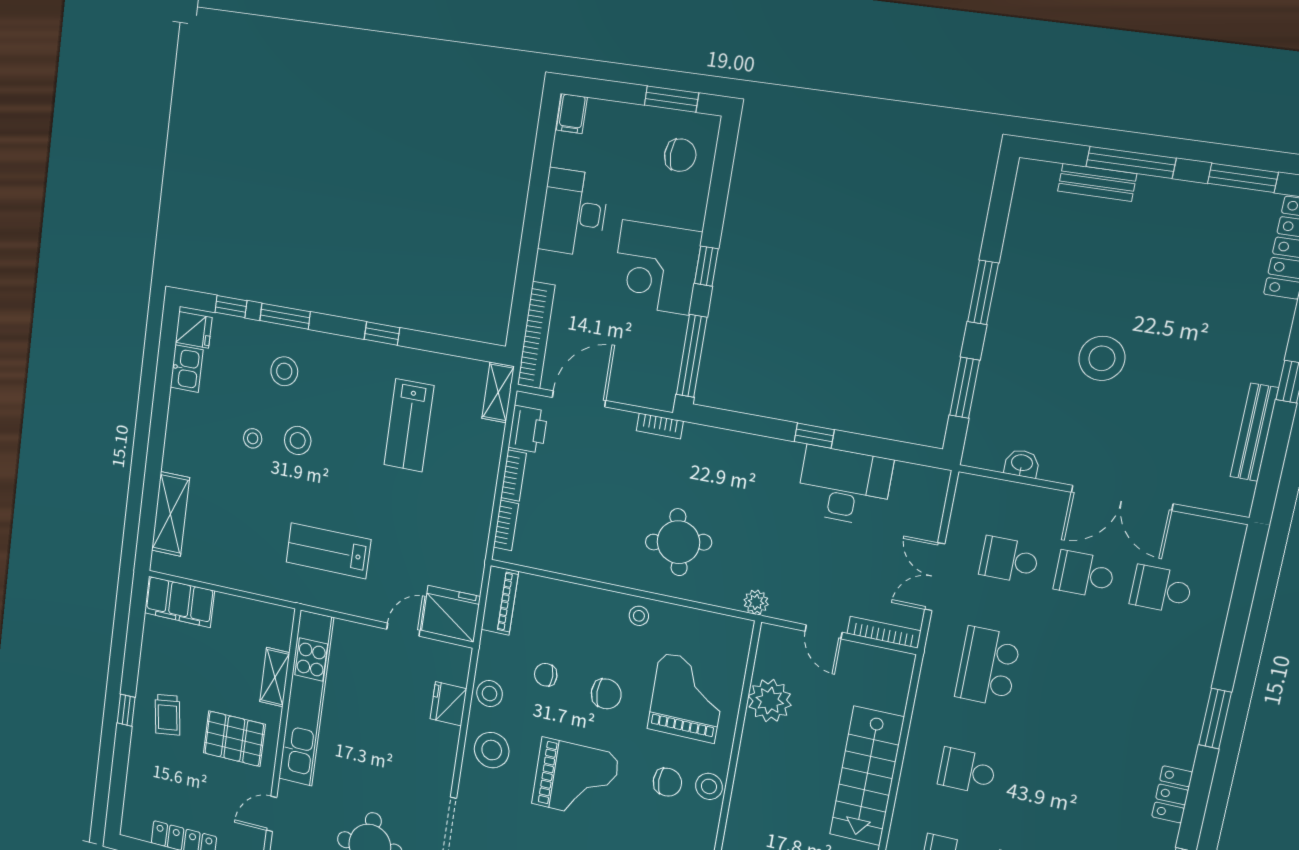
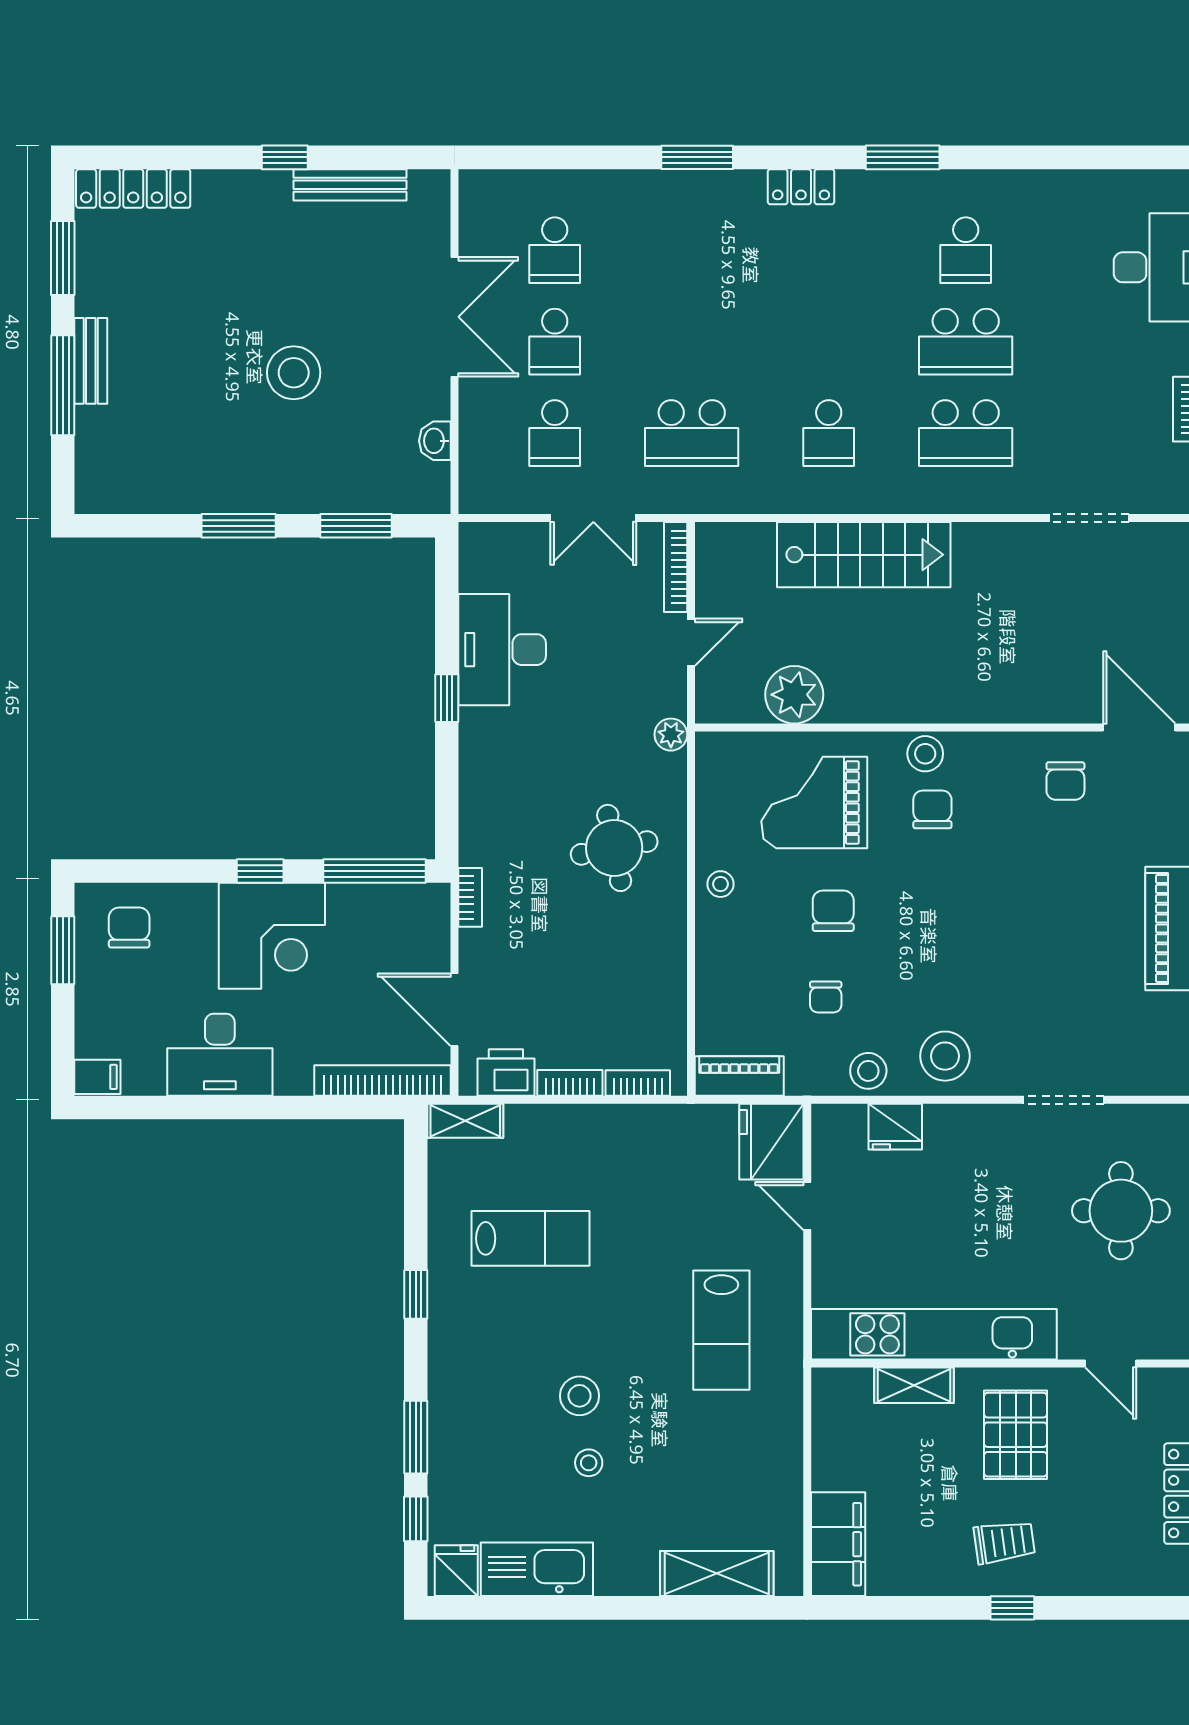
bench: (1097, 182) -> (91, 361), moved
kitchen sink: (187, 369) -> (537, 1569), width x1.87, depth x1.24
stool: (284, 371) -> (490, 1428), removed
grand piano: (575, 779) -> (958, 934), removed

